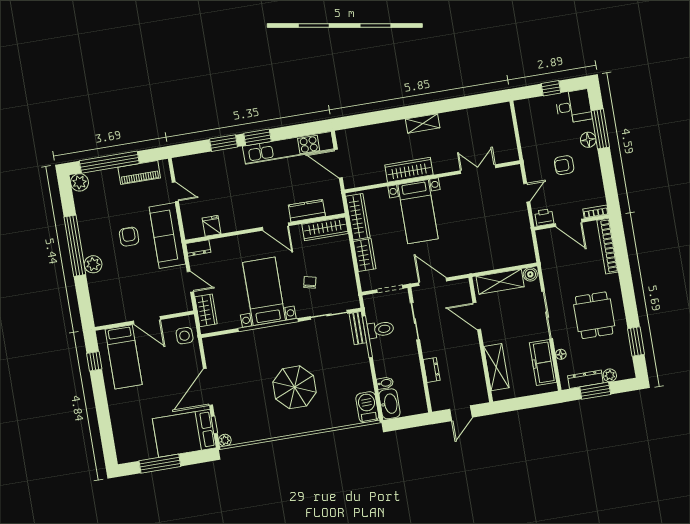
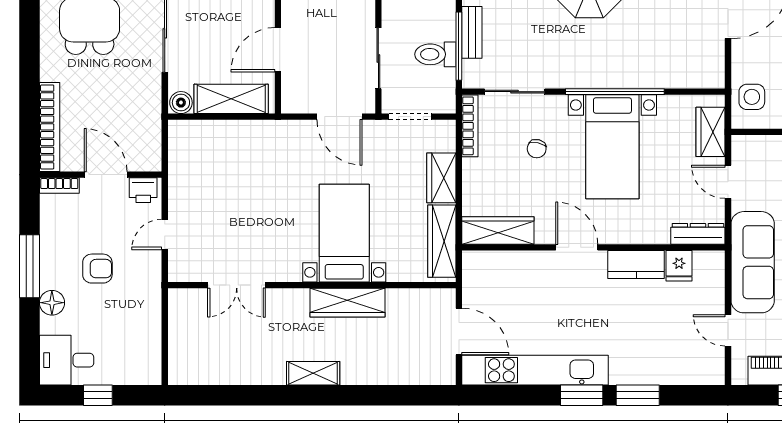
window: (600, 129) -> (29, 266), moved
kitchen counter: (307, 211) -> (636, 265), moved
dresser: (198, 248) -> (698, 234), width x1.44
bookcase: (353, 289) -> (470, 126), added
door: (477, 316) -> (278, 50), swing flipped
bench: (358, 328) -> (472, 32), moved

